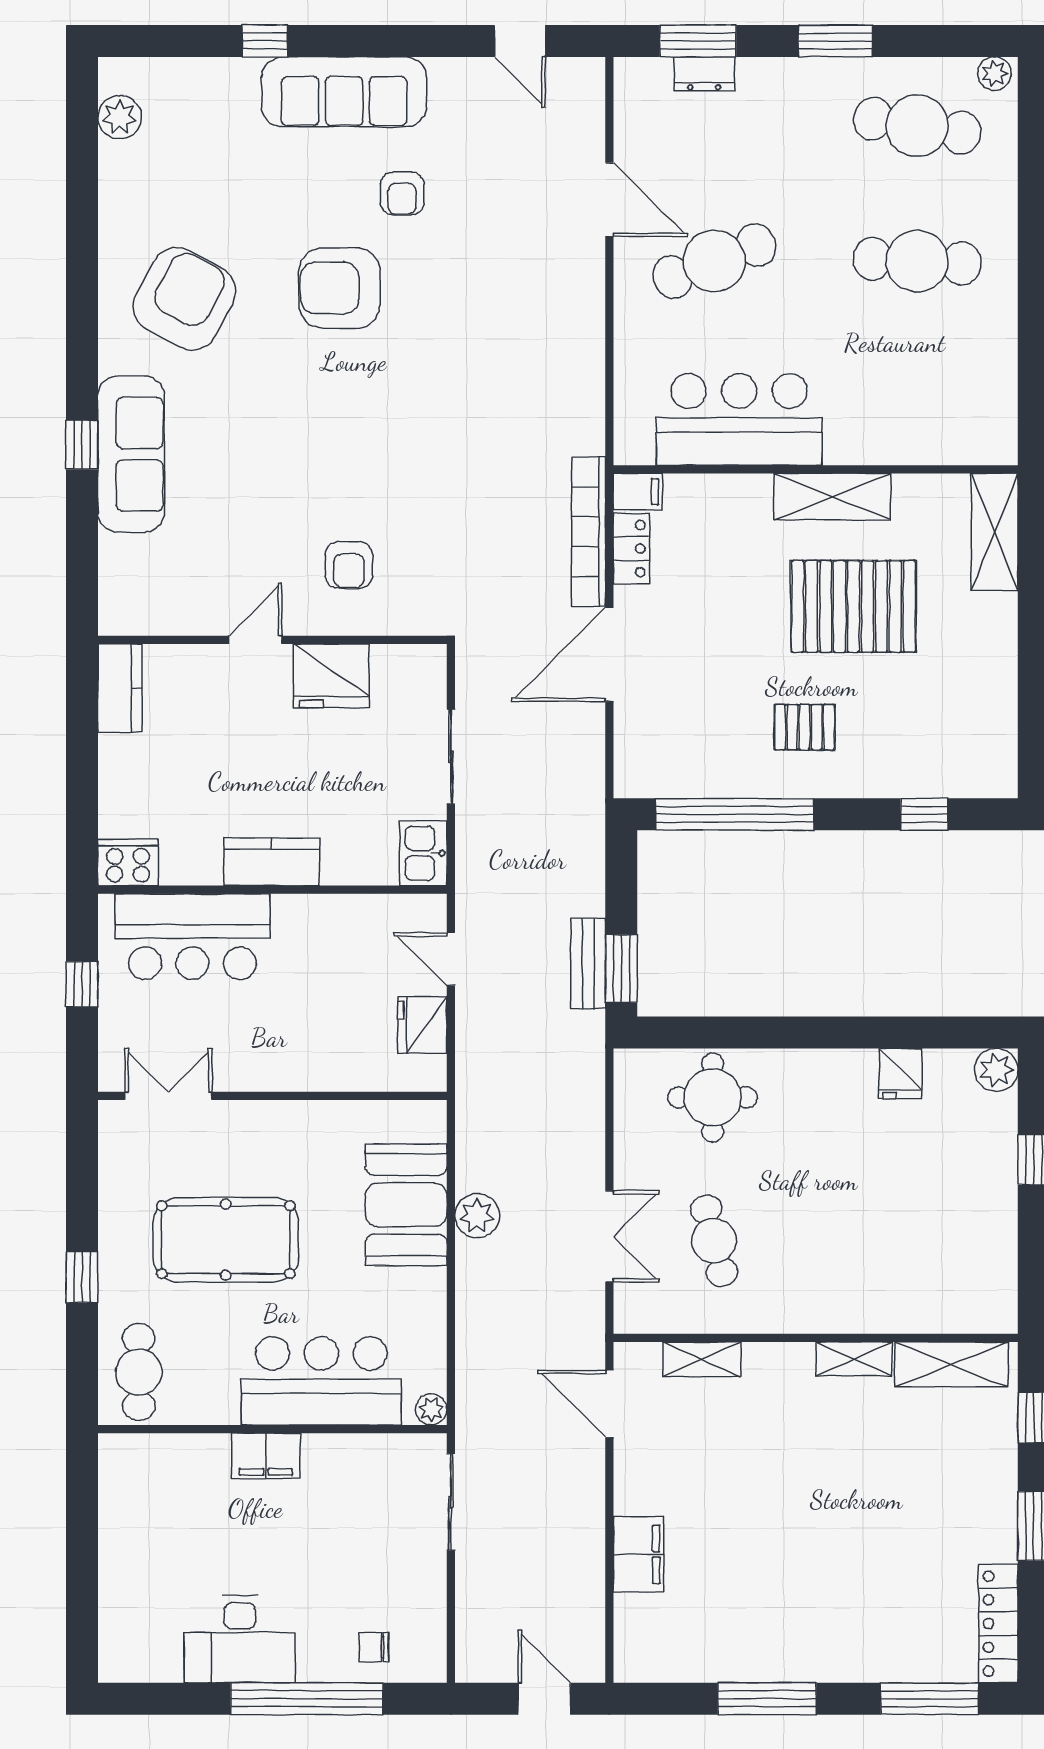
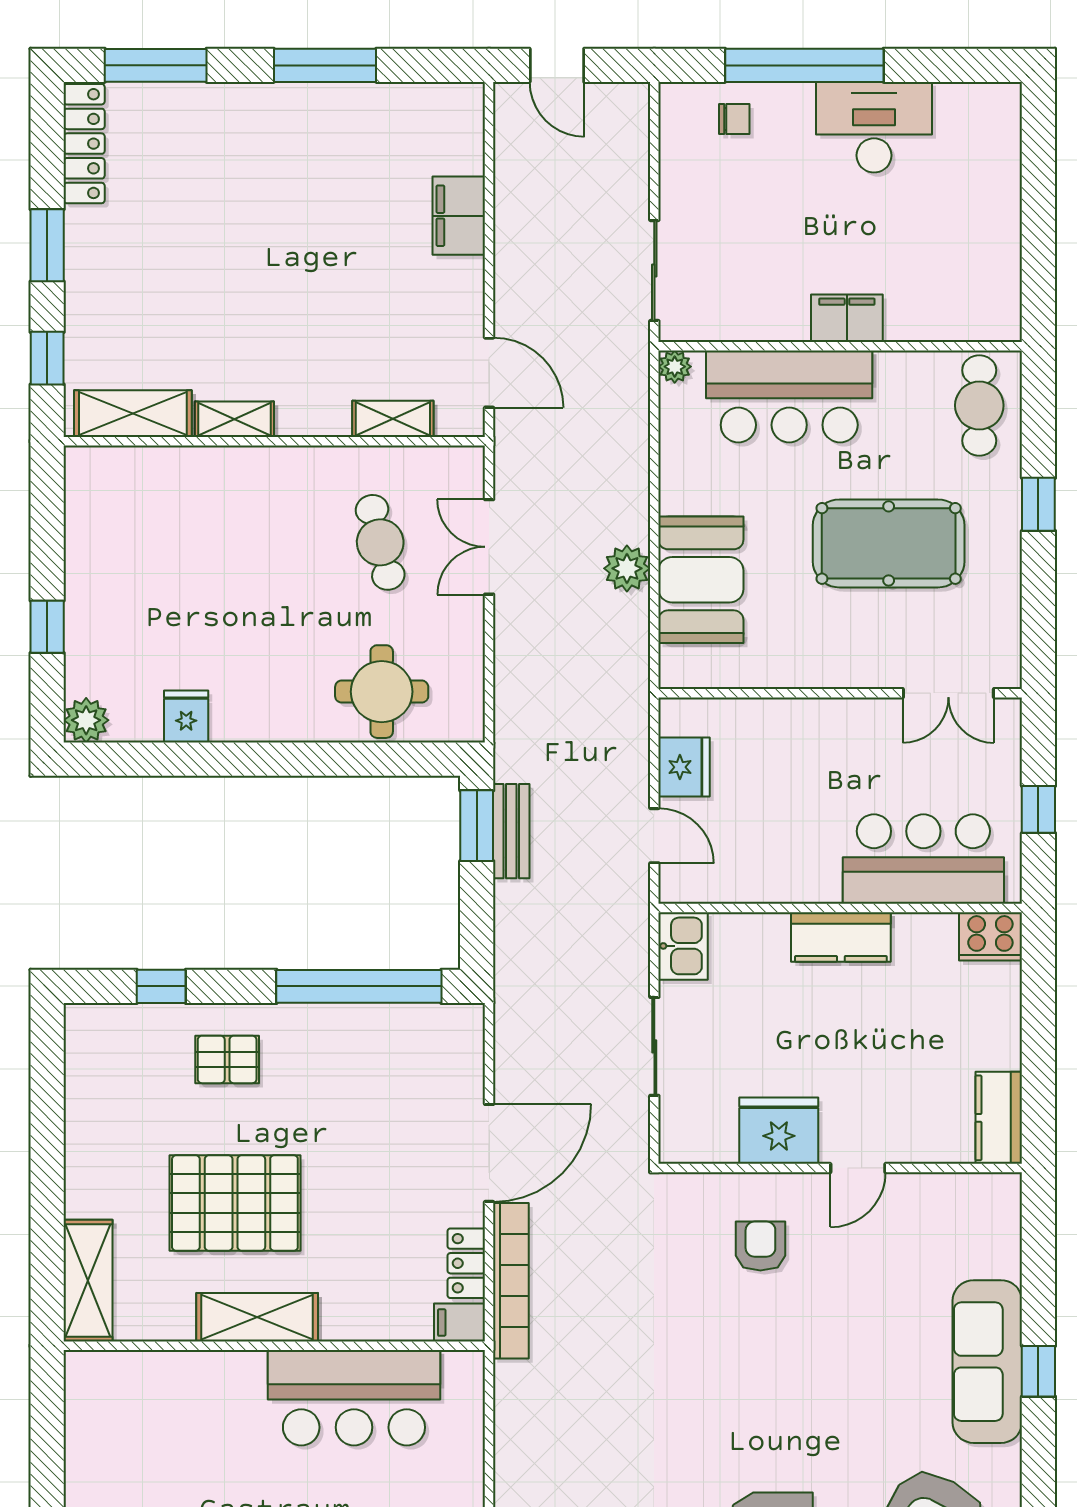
pallet: (805, 727) -> (227, 1059), moved

